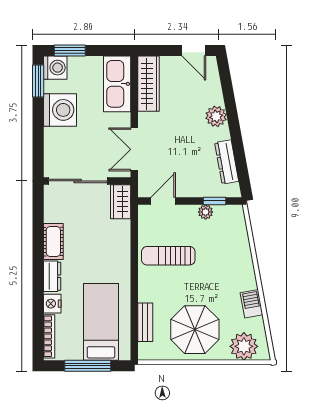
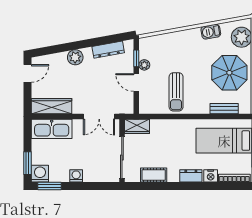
washing machine: (60, 110) -> (76, 176), width x0.53, depth x0.53
door: (163, 201) -> (136, 83), moved
cot: (53, 242) -> (154, 175), moved

